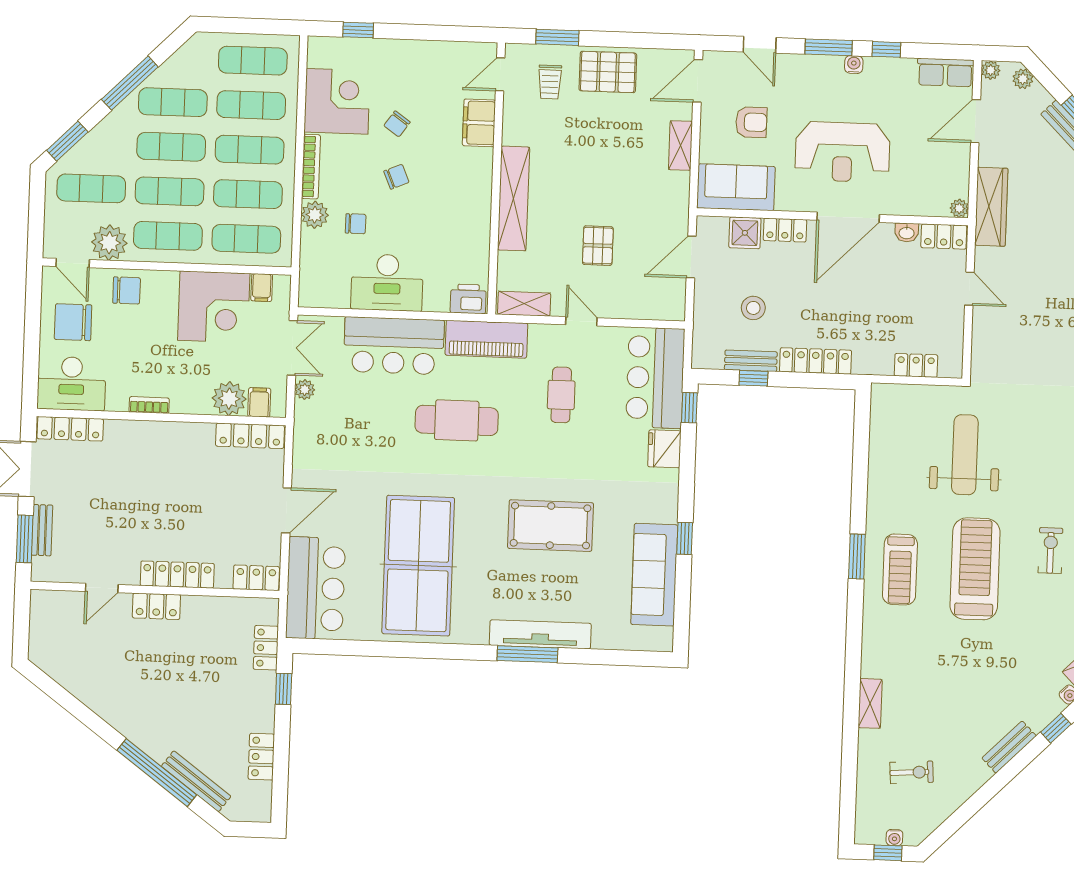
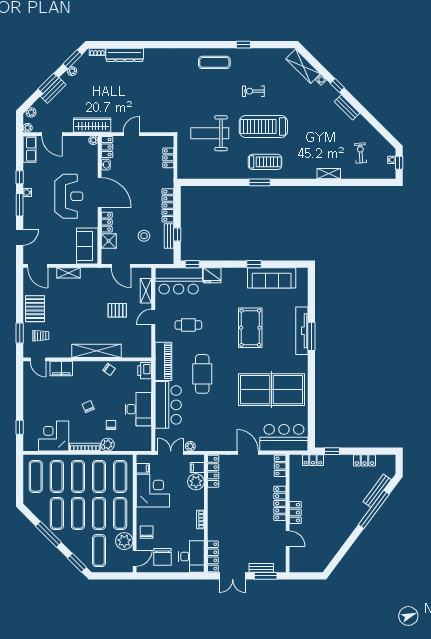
armchair: (751, 122) -> (56, 240), removed
chair: (397, 124) -> (109, 369), moved
shelving: (524, 304) -> (146, 291), moved

